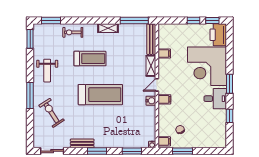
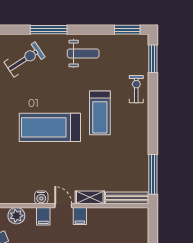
shelving: (108, 28) -> (142, 138), removed
filing cabinet: (164, 54) -> (80, 216), moved
weight bench: (47, 71) -> (83, 53), turned 180
treadmill: (100, 95) -> (50, 127), turned 90
plant: (164, 119) -> (16, 216), added

